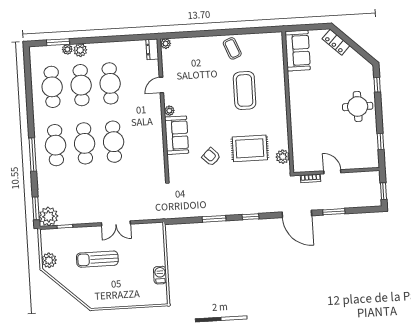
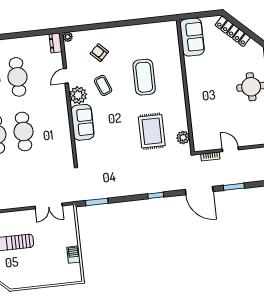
locker: (336, 42) -> (233, 31), width x1.53
coffee table: (232, 48) -> (103, 85), moved
plant: (169, 111) -> (78, 95), width x1.88, depth x1.88
rug: (250, 148) -> (152, 131), turned 90
armchair: (211, 157) -> (99, 53), moved
window: (214, 219) -> (97, 202), moved
double door: (116, 223) -> (49, 206), moved

